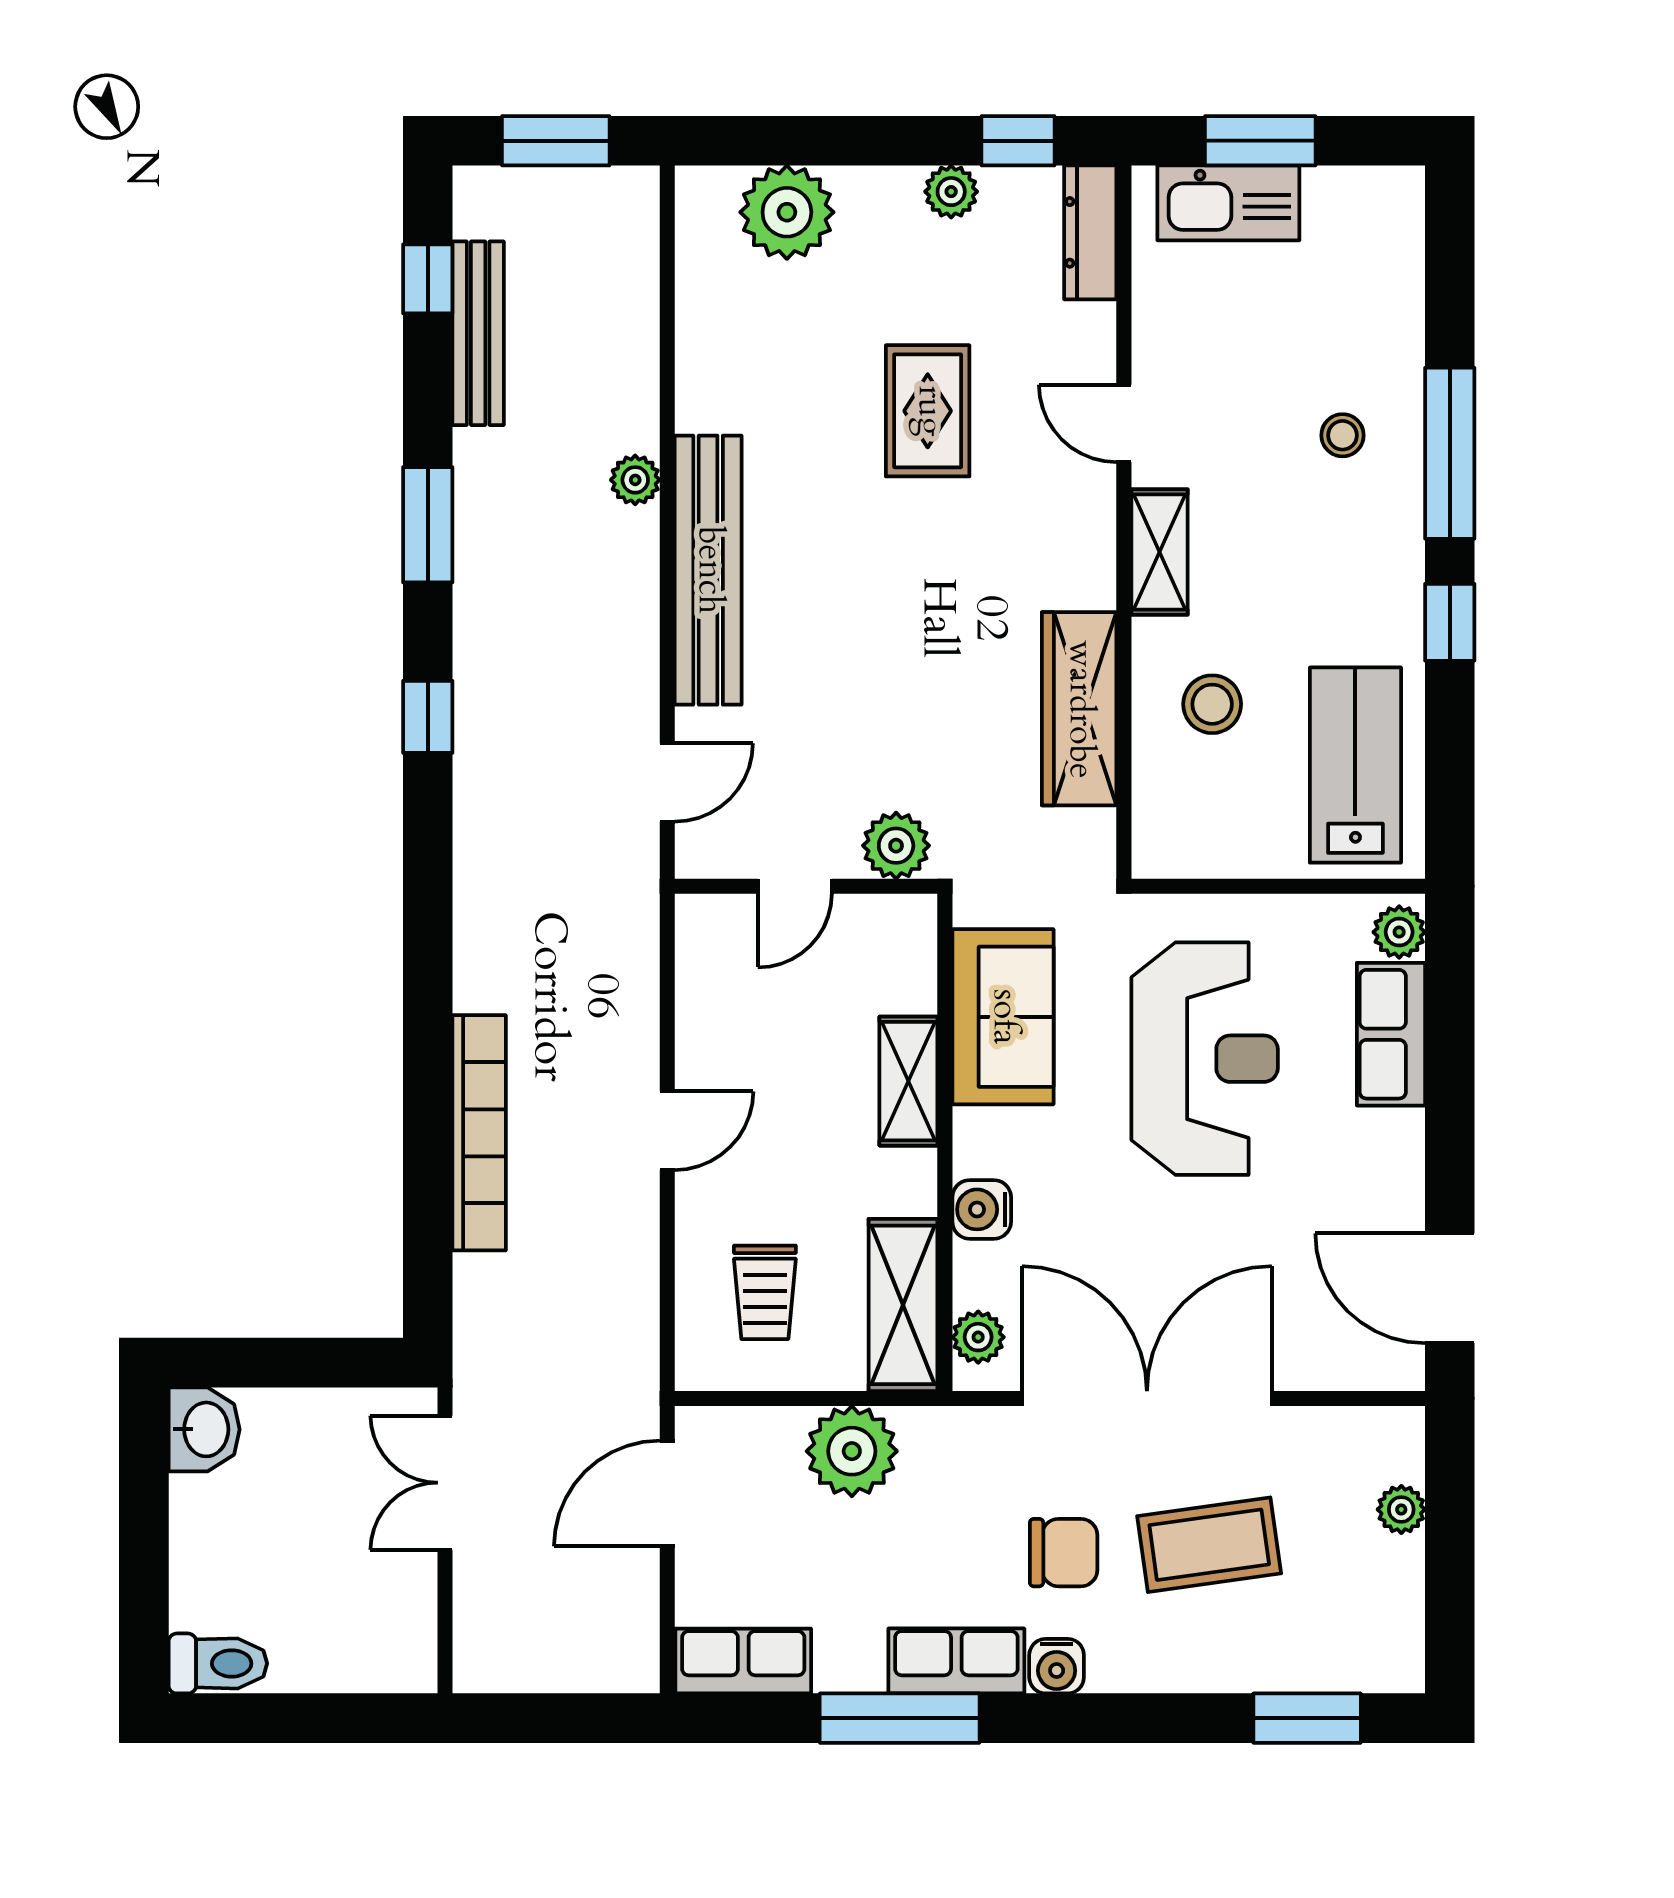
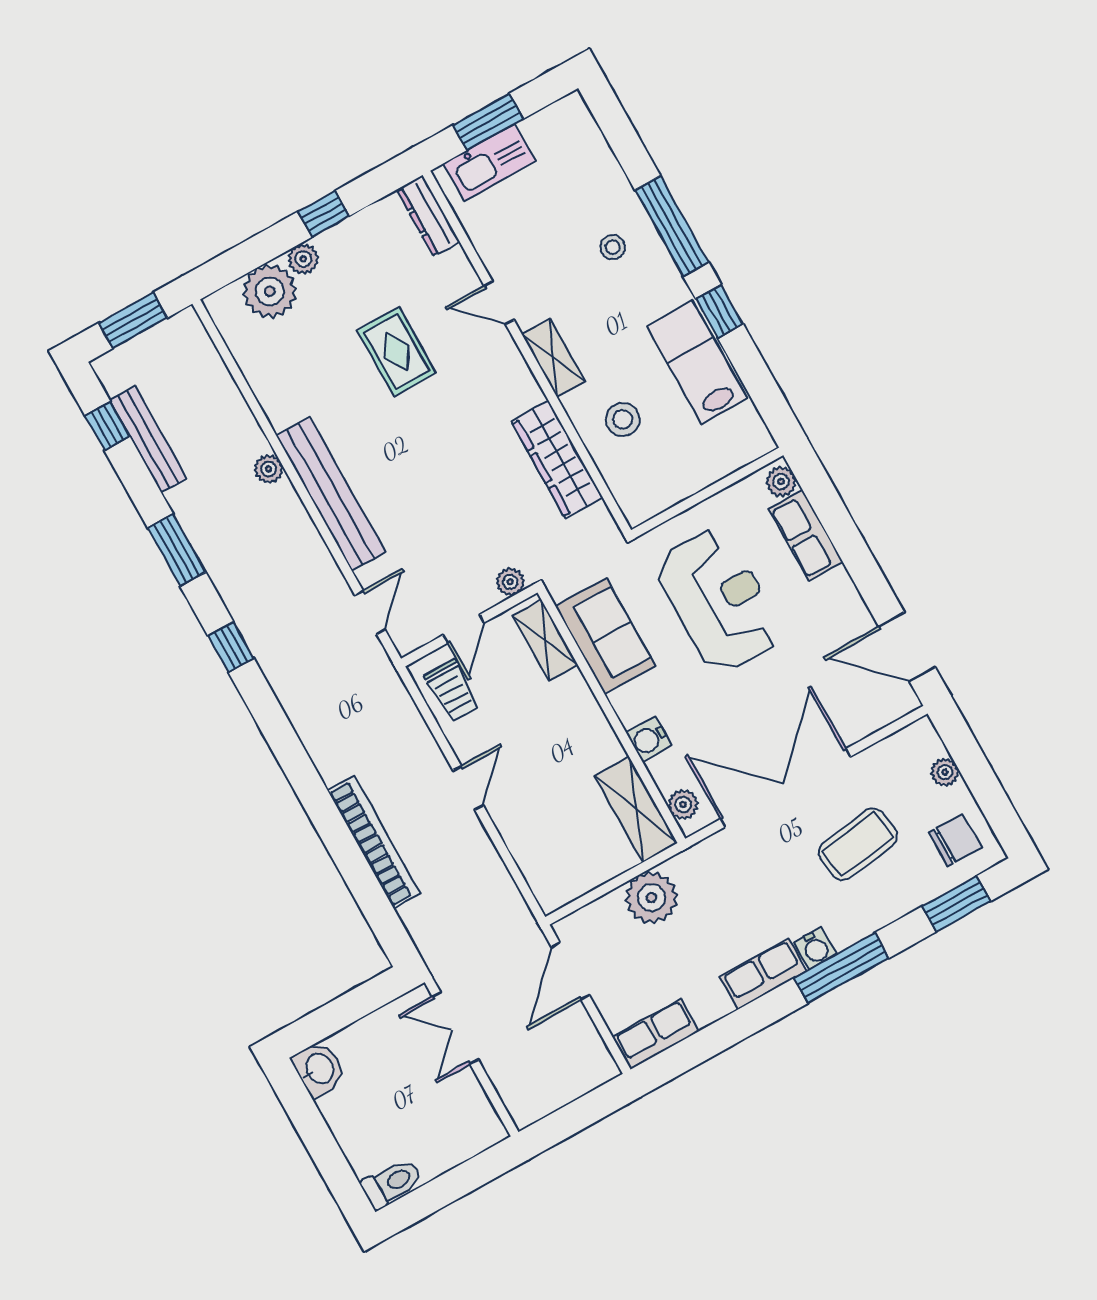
window: (1018, 141) -> (324, 214), moved
plant: (951, 192) -> (303, 259), moved
lab bench: (1355, 765) -> (697, 362), moved
plant: (896, 846) -> (510, 582), width x0.73, depth x0.73
shelving: (908, 1081) -> (545, 640), moved
trolley: (765, 1292) -> (452, 691), moved
chair: (1064, 1553) -> (955, 840), moved
window: (900, 1718) -> (842, 968), moved

